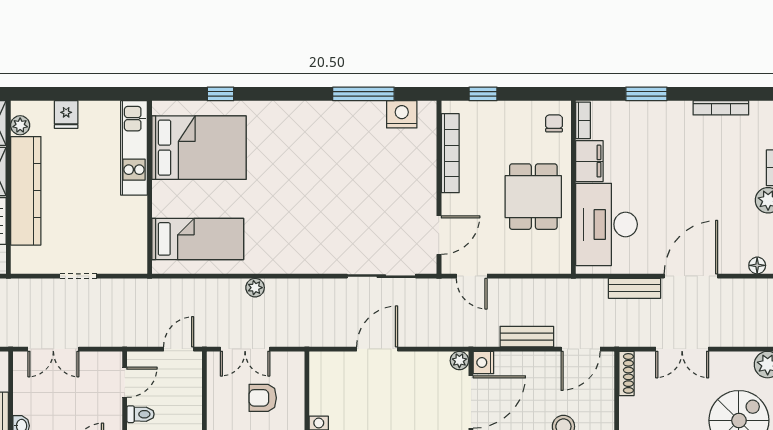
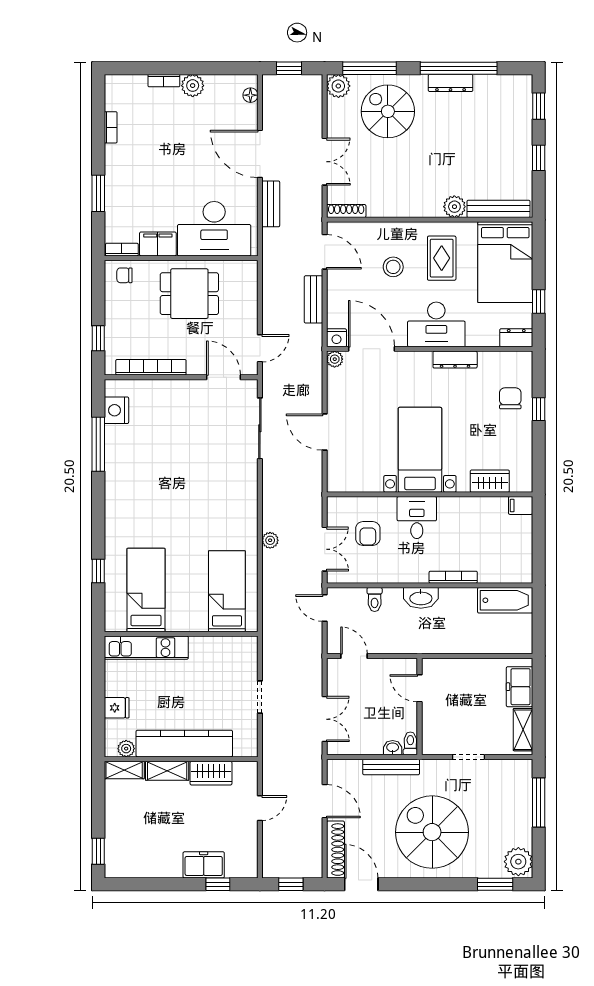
bookcase: (721, 108) -> (111, 127), width x0.64
bed: (199, 148) -> (146, 590), width x0.67
toilet: (141, 414) -> (375, 599), moved, turned 180

